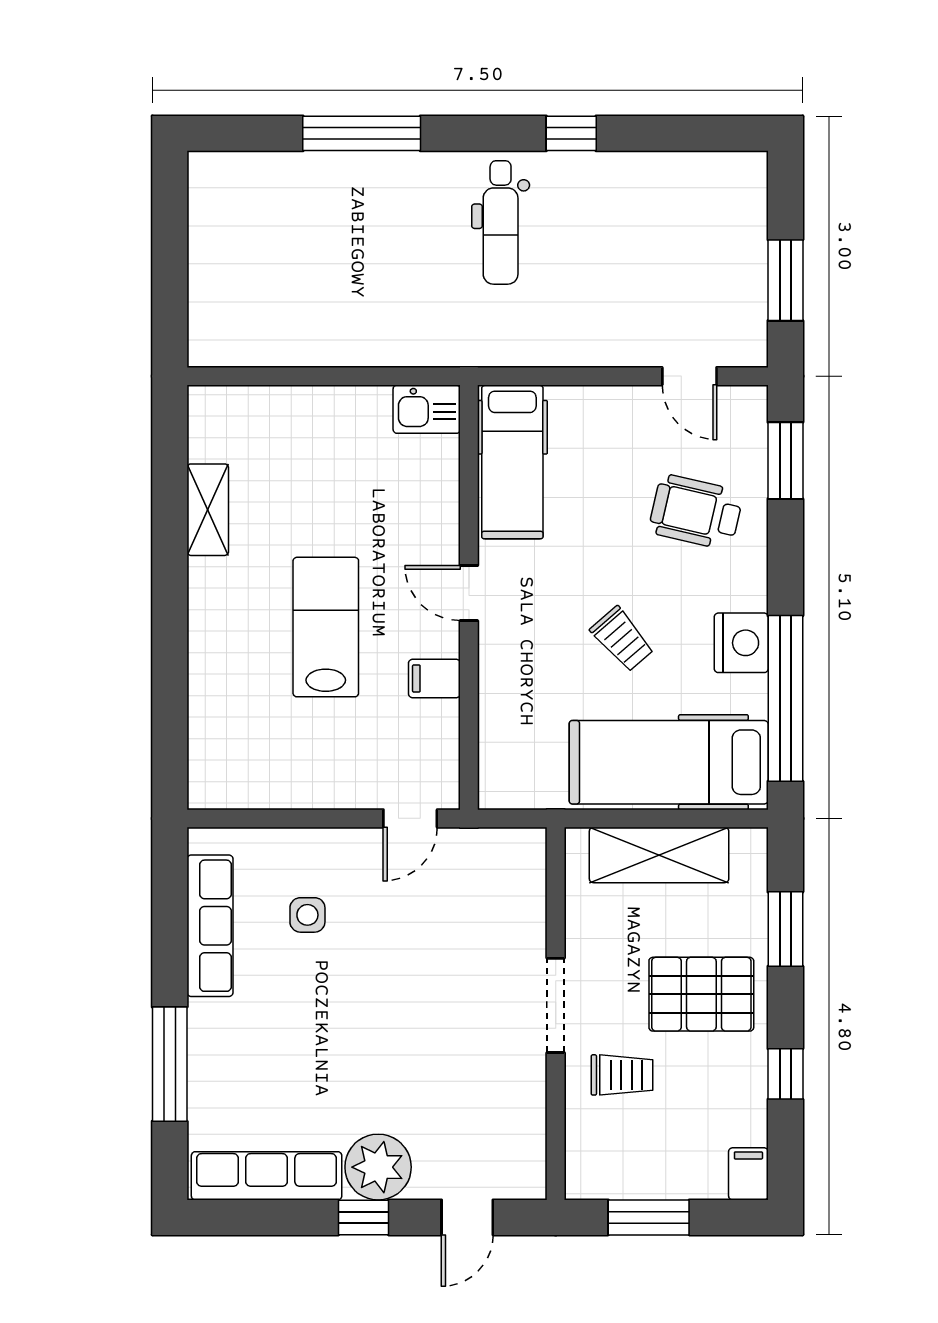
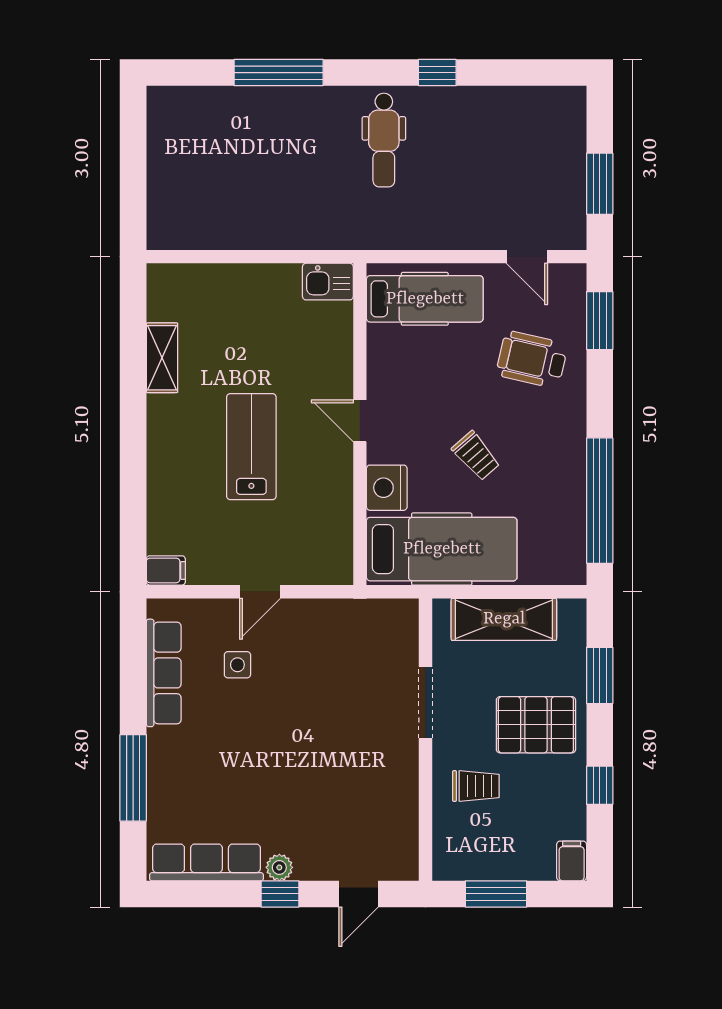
hospital bed: (512, 462) -> (425, 299), moved, turned -90
nightstand: (741, 643) -> (387, 488), moved, turned 180
filing cabinet: (434, 678) -> (166, 570), moved, turned 180
hospital bed: (669, 762) -> (442, 549), moved, turned 180
door: (410, 818) -> (260, 592), moved
doorway: (556, 1005) -> (426, 703), moved
plant: (378, 1167) -> (279, 867), width x0.53, depth x0.53

